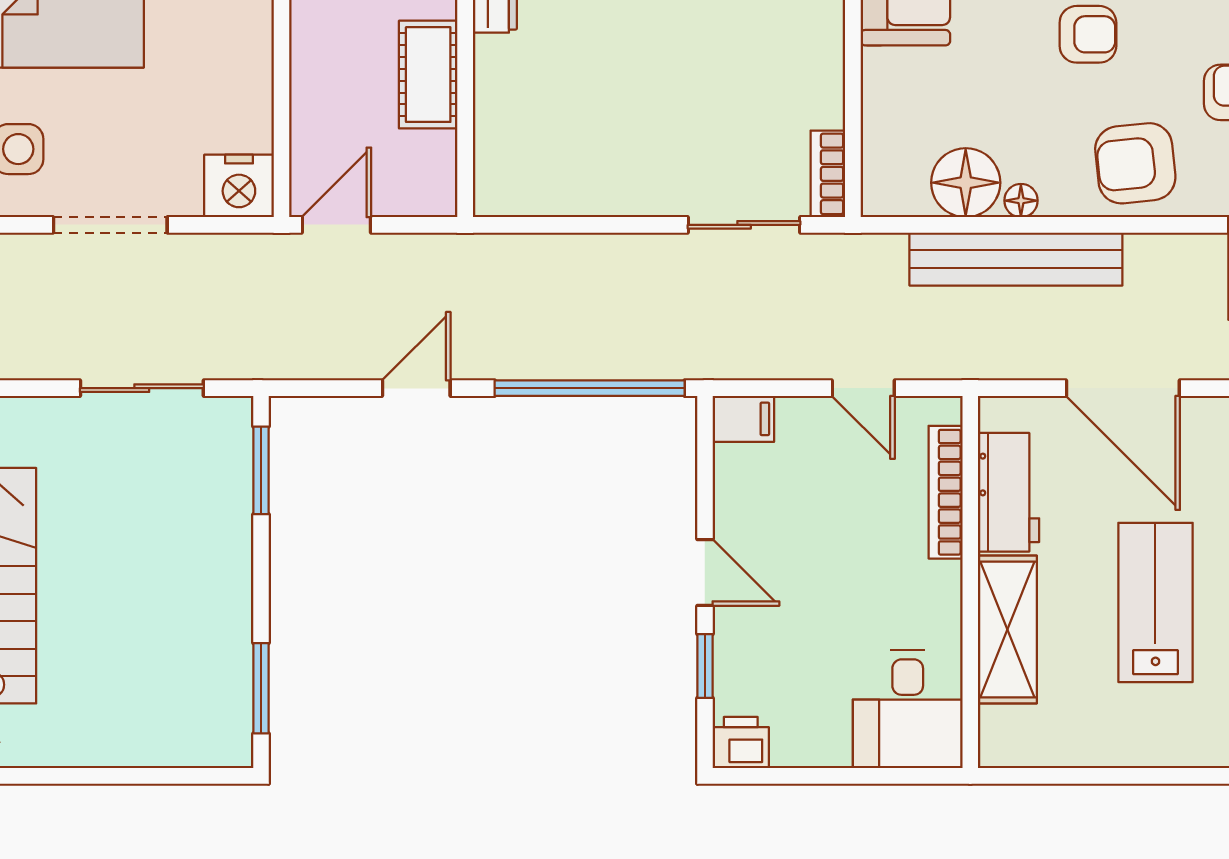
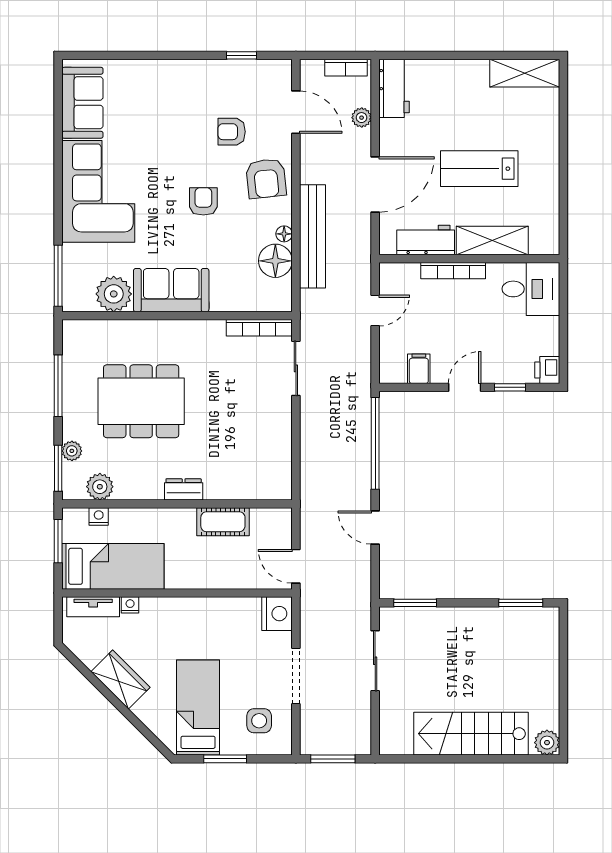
bookcase: (828, 174) -> (259, 328), width x1.56
filing cabinet: (743, 419) -> (419, 369), moved
bookcase: (946, 492) -> (453, 271), moved

